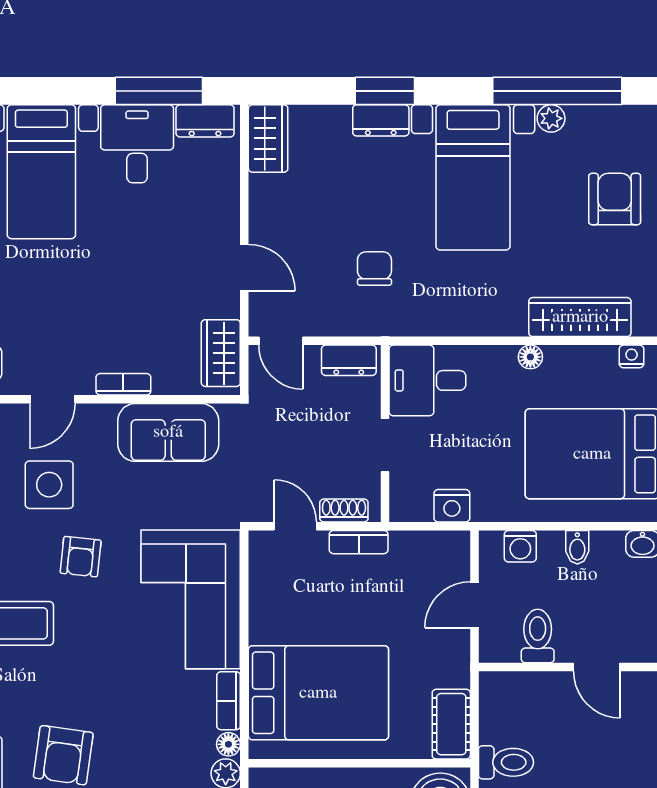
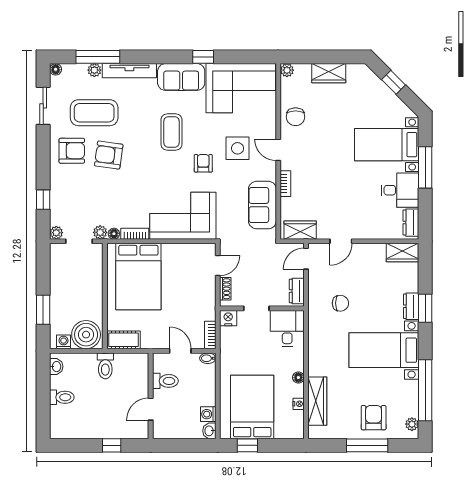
window: (159, 91) -> (425, 167), moved
plant: (551, 118) -> (412, 424), moved
armchair: (615, 199) -> (374, 418), turned -90
nightstand: (632, 356) -> (299, 404), moved
nightstand: (452, 506) -> (228, 318), moved, turned 90
bookcase: (359, 542) -> (210, 335), moved
washing machine: (520, 546) -> (208, 414), moved
bidet: (577, 547) -> (208, 358), moved
armchair: (81, 557) -> (203, 163), turned 84

